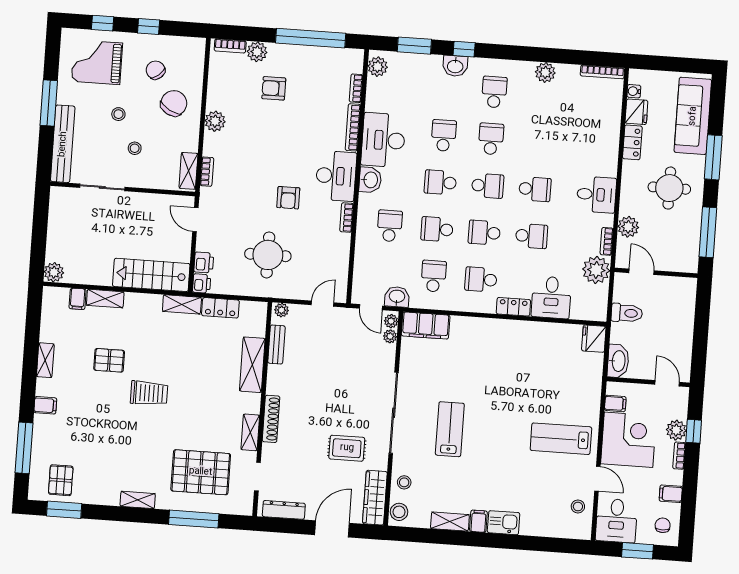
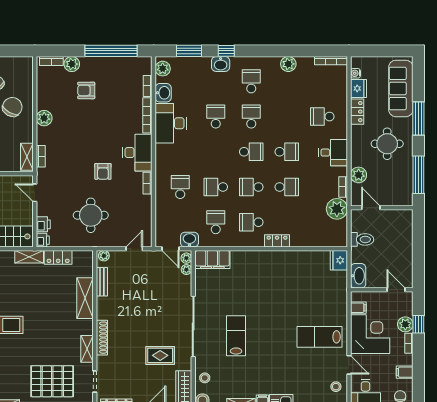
washbasin: (370, 180) -> (163, 93), moved
school desk: (440, 182) -> (322, 117), moved
desk: (551, 297) -> (305, 232), removed

